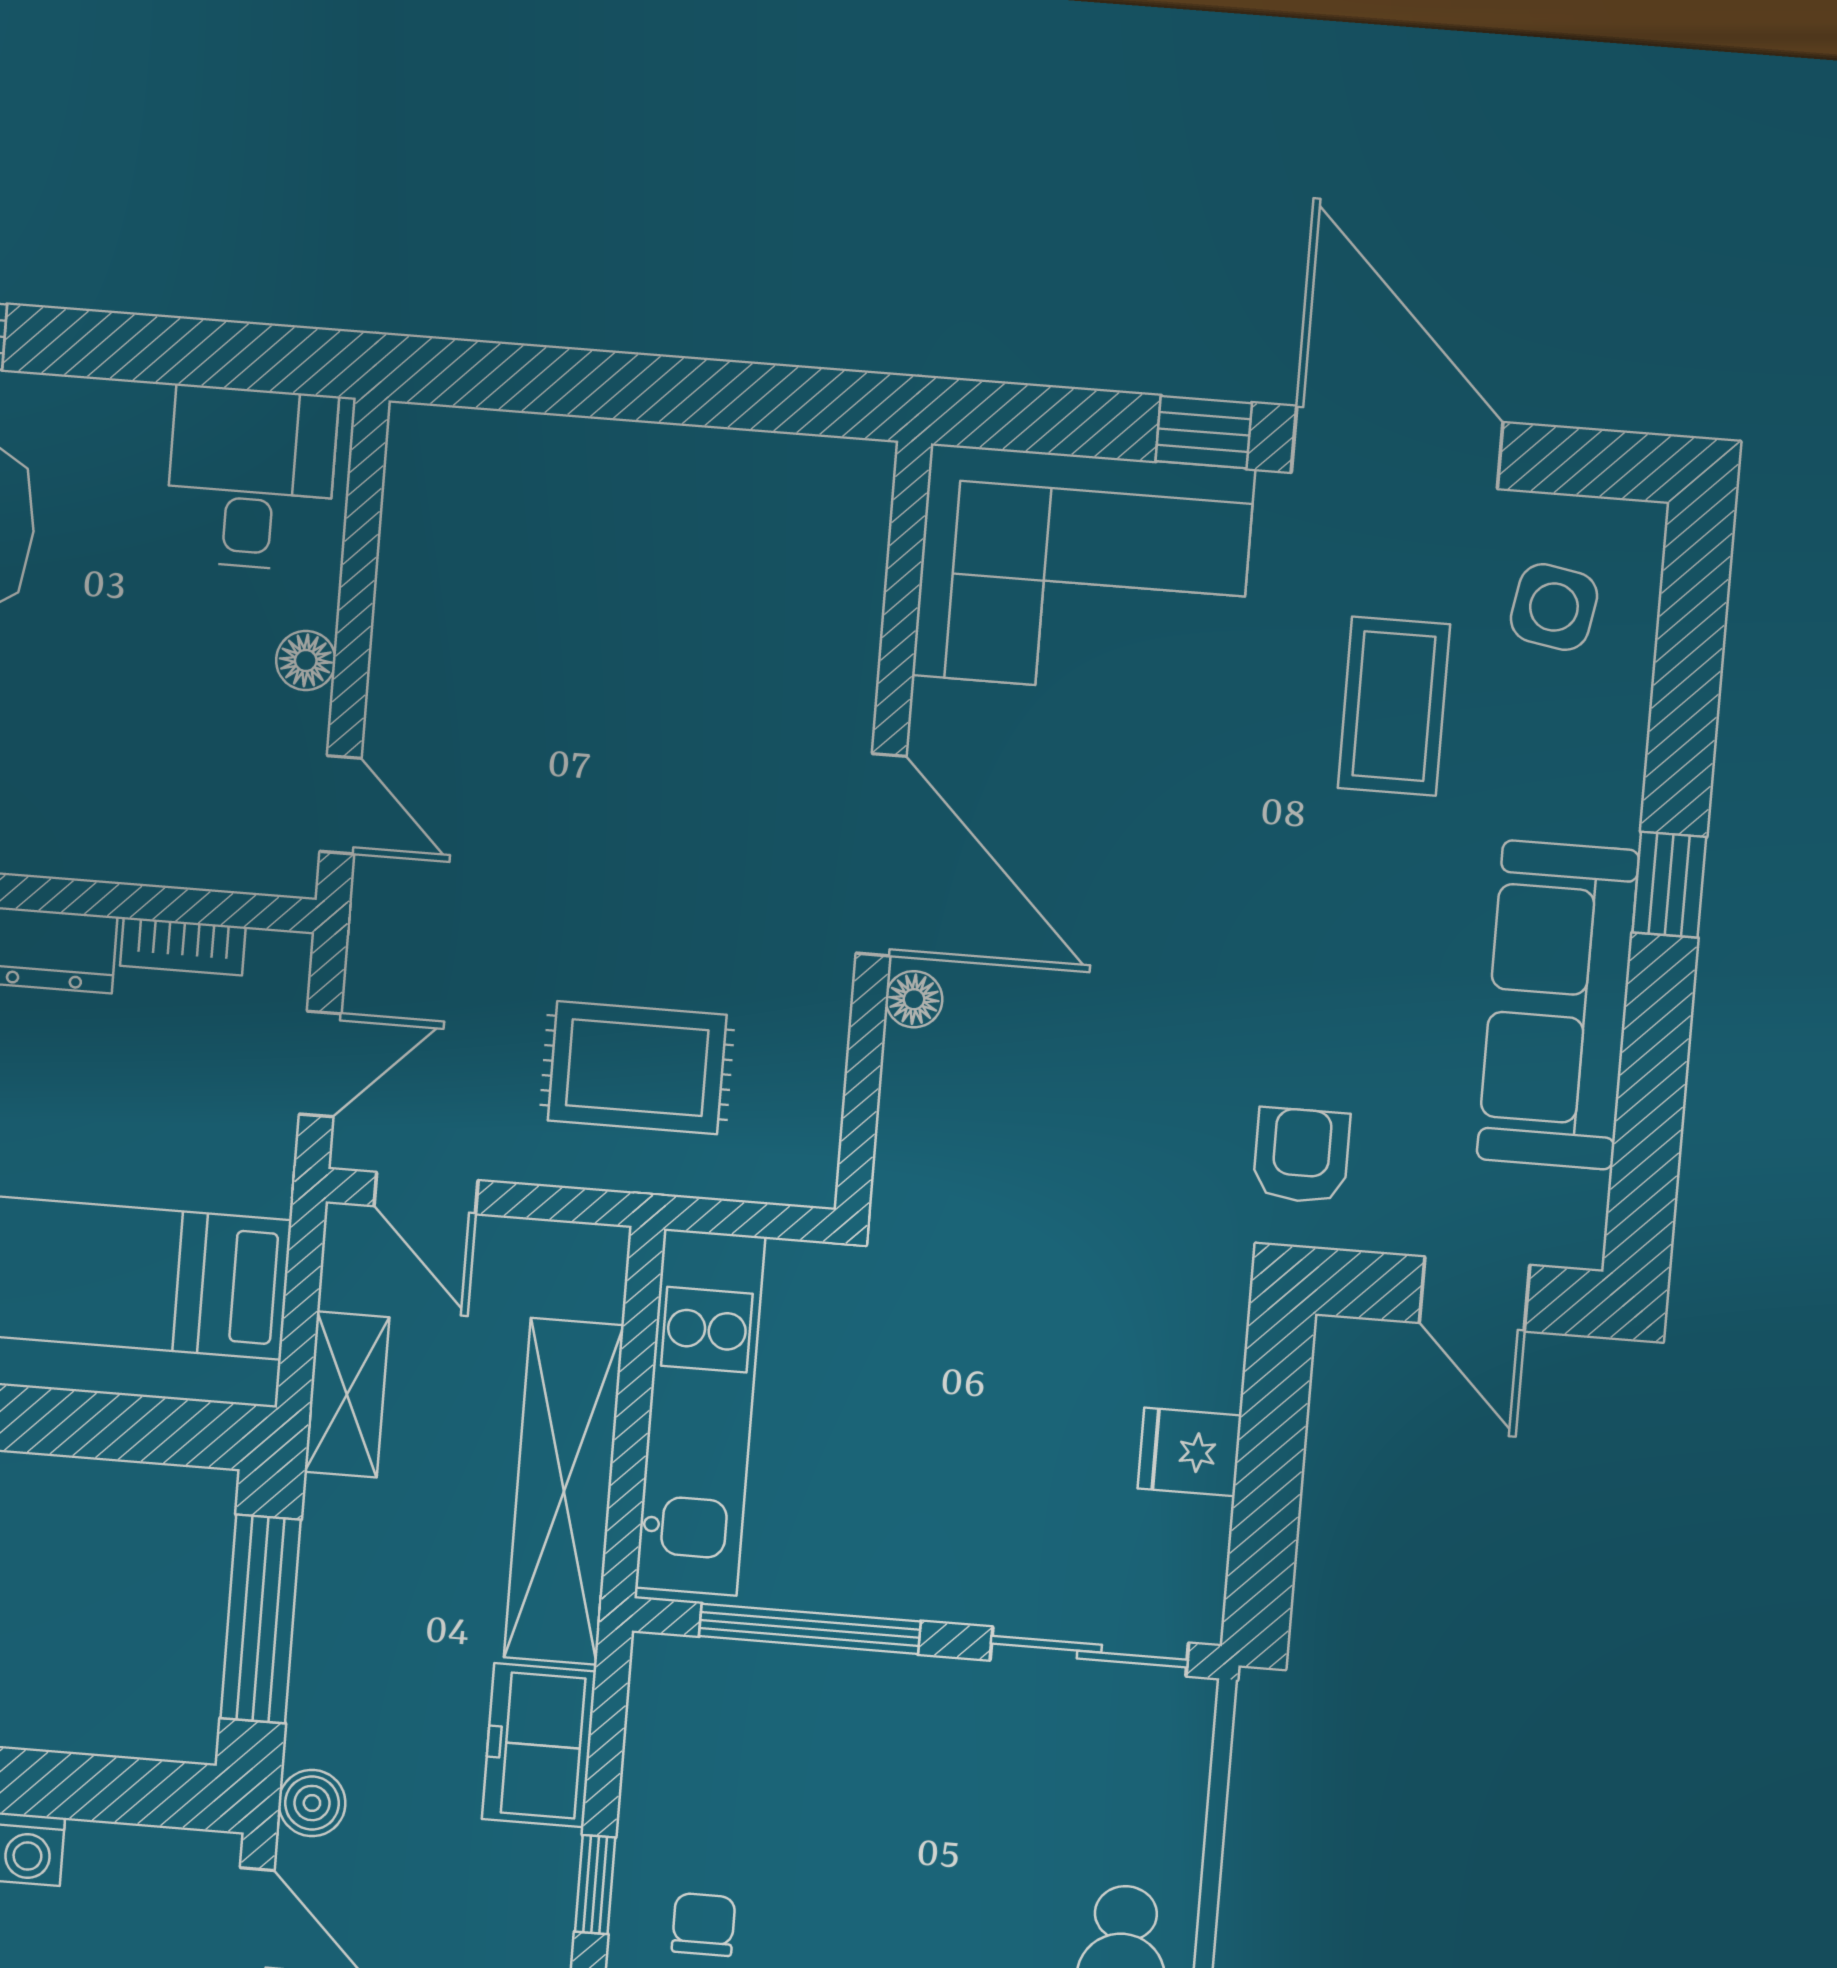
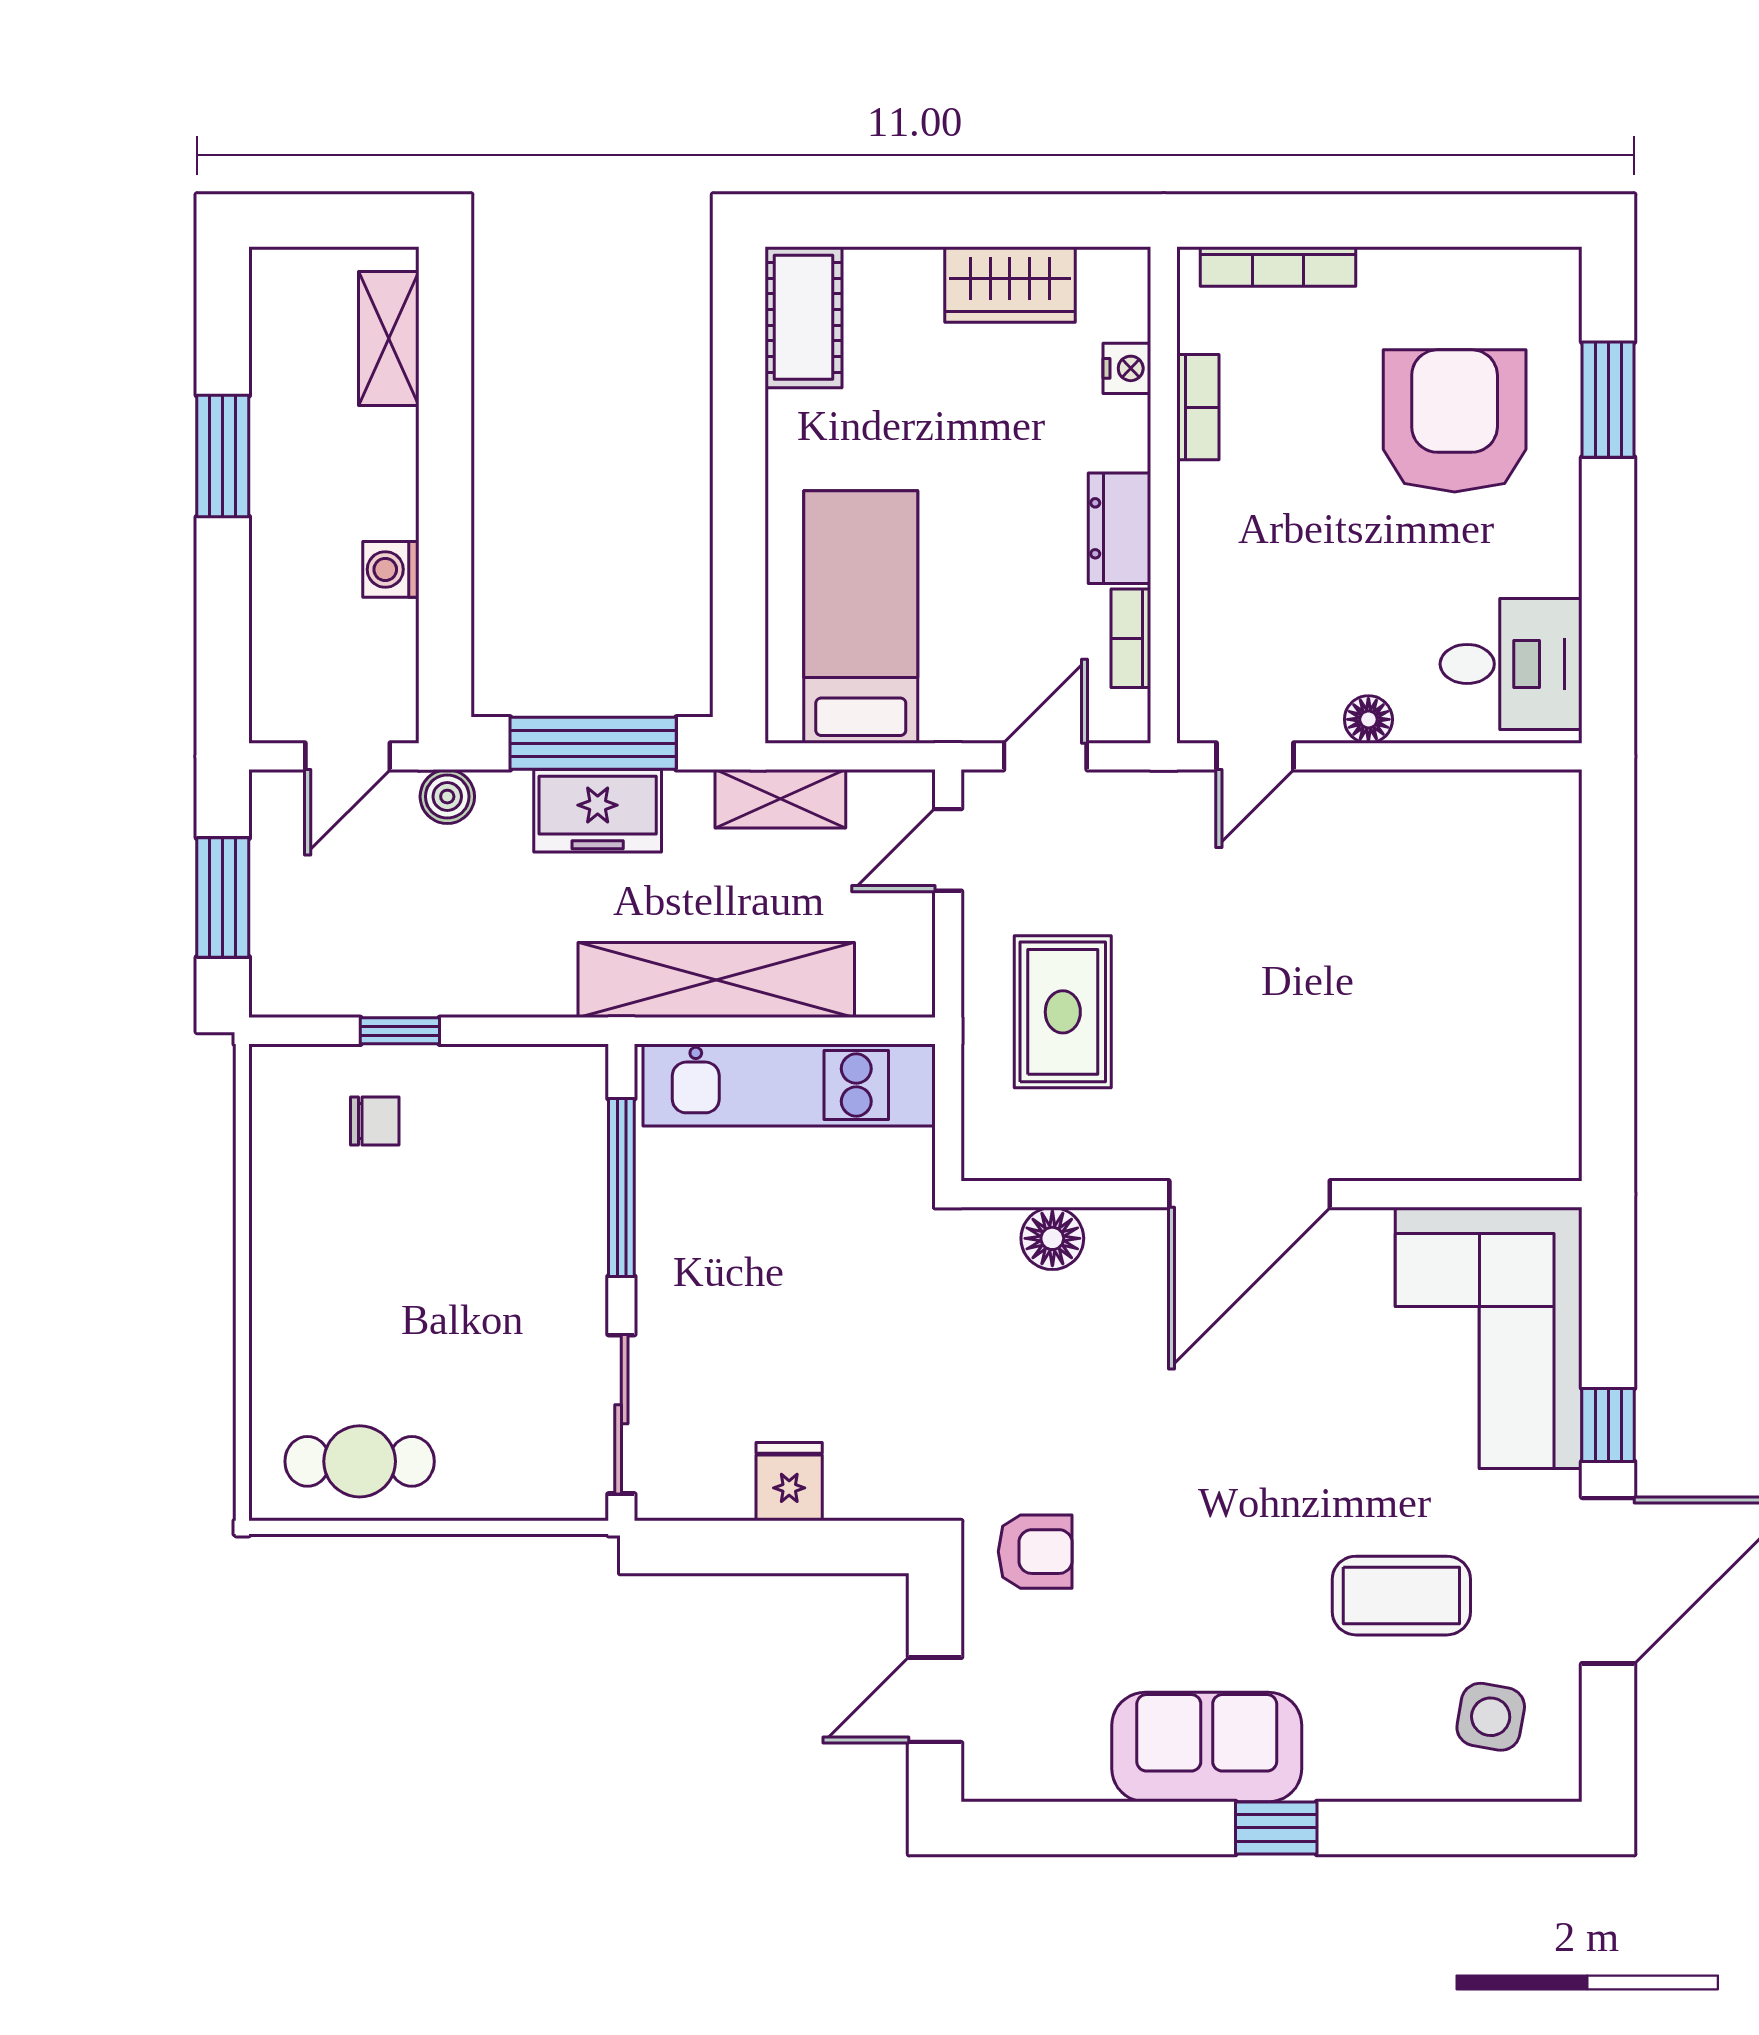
floor lamp: (914, 999) -> (1052, 1238), moved, width x1.37, depth x1.37
sofa: (1558, 1005) -> (1207, 1747), width x0.73
door: (320, 1064) -> (1045, 756), swing flipped
freezer: (539, 1745) -> (598, 811), moved, turned 180

